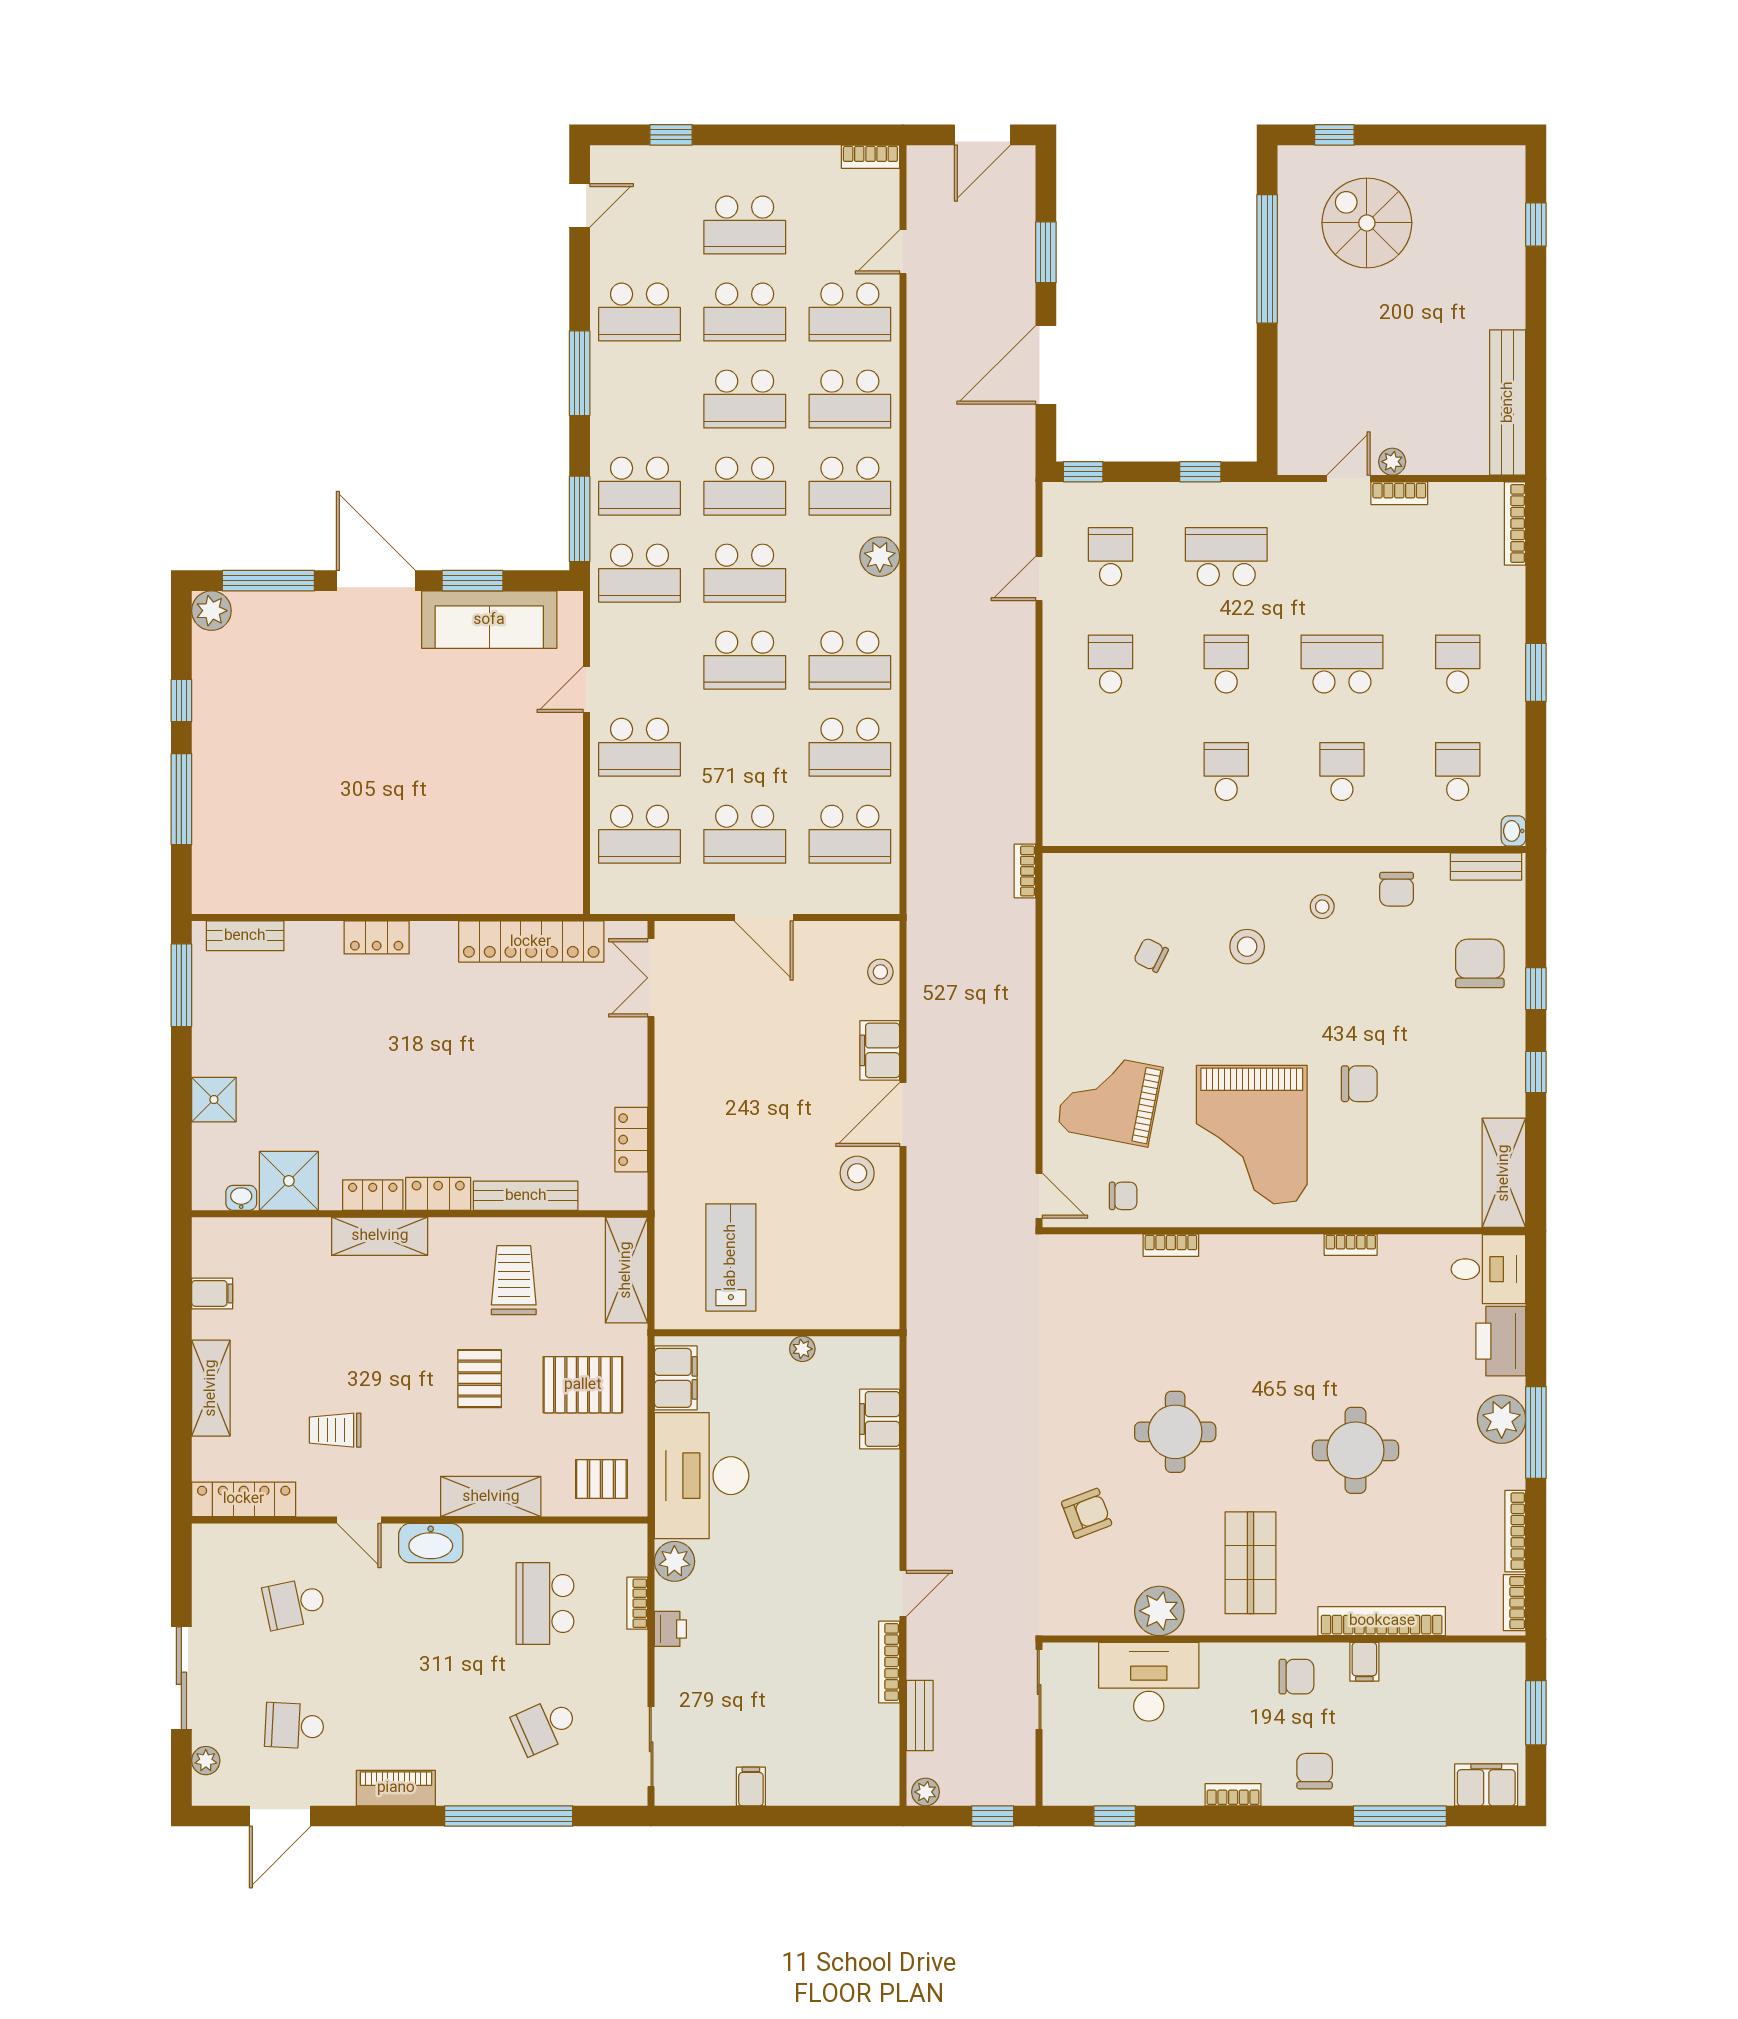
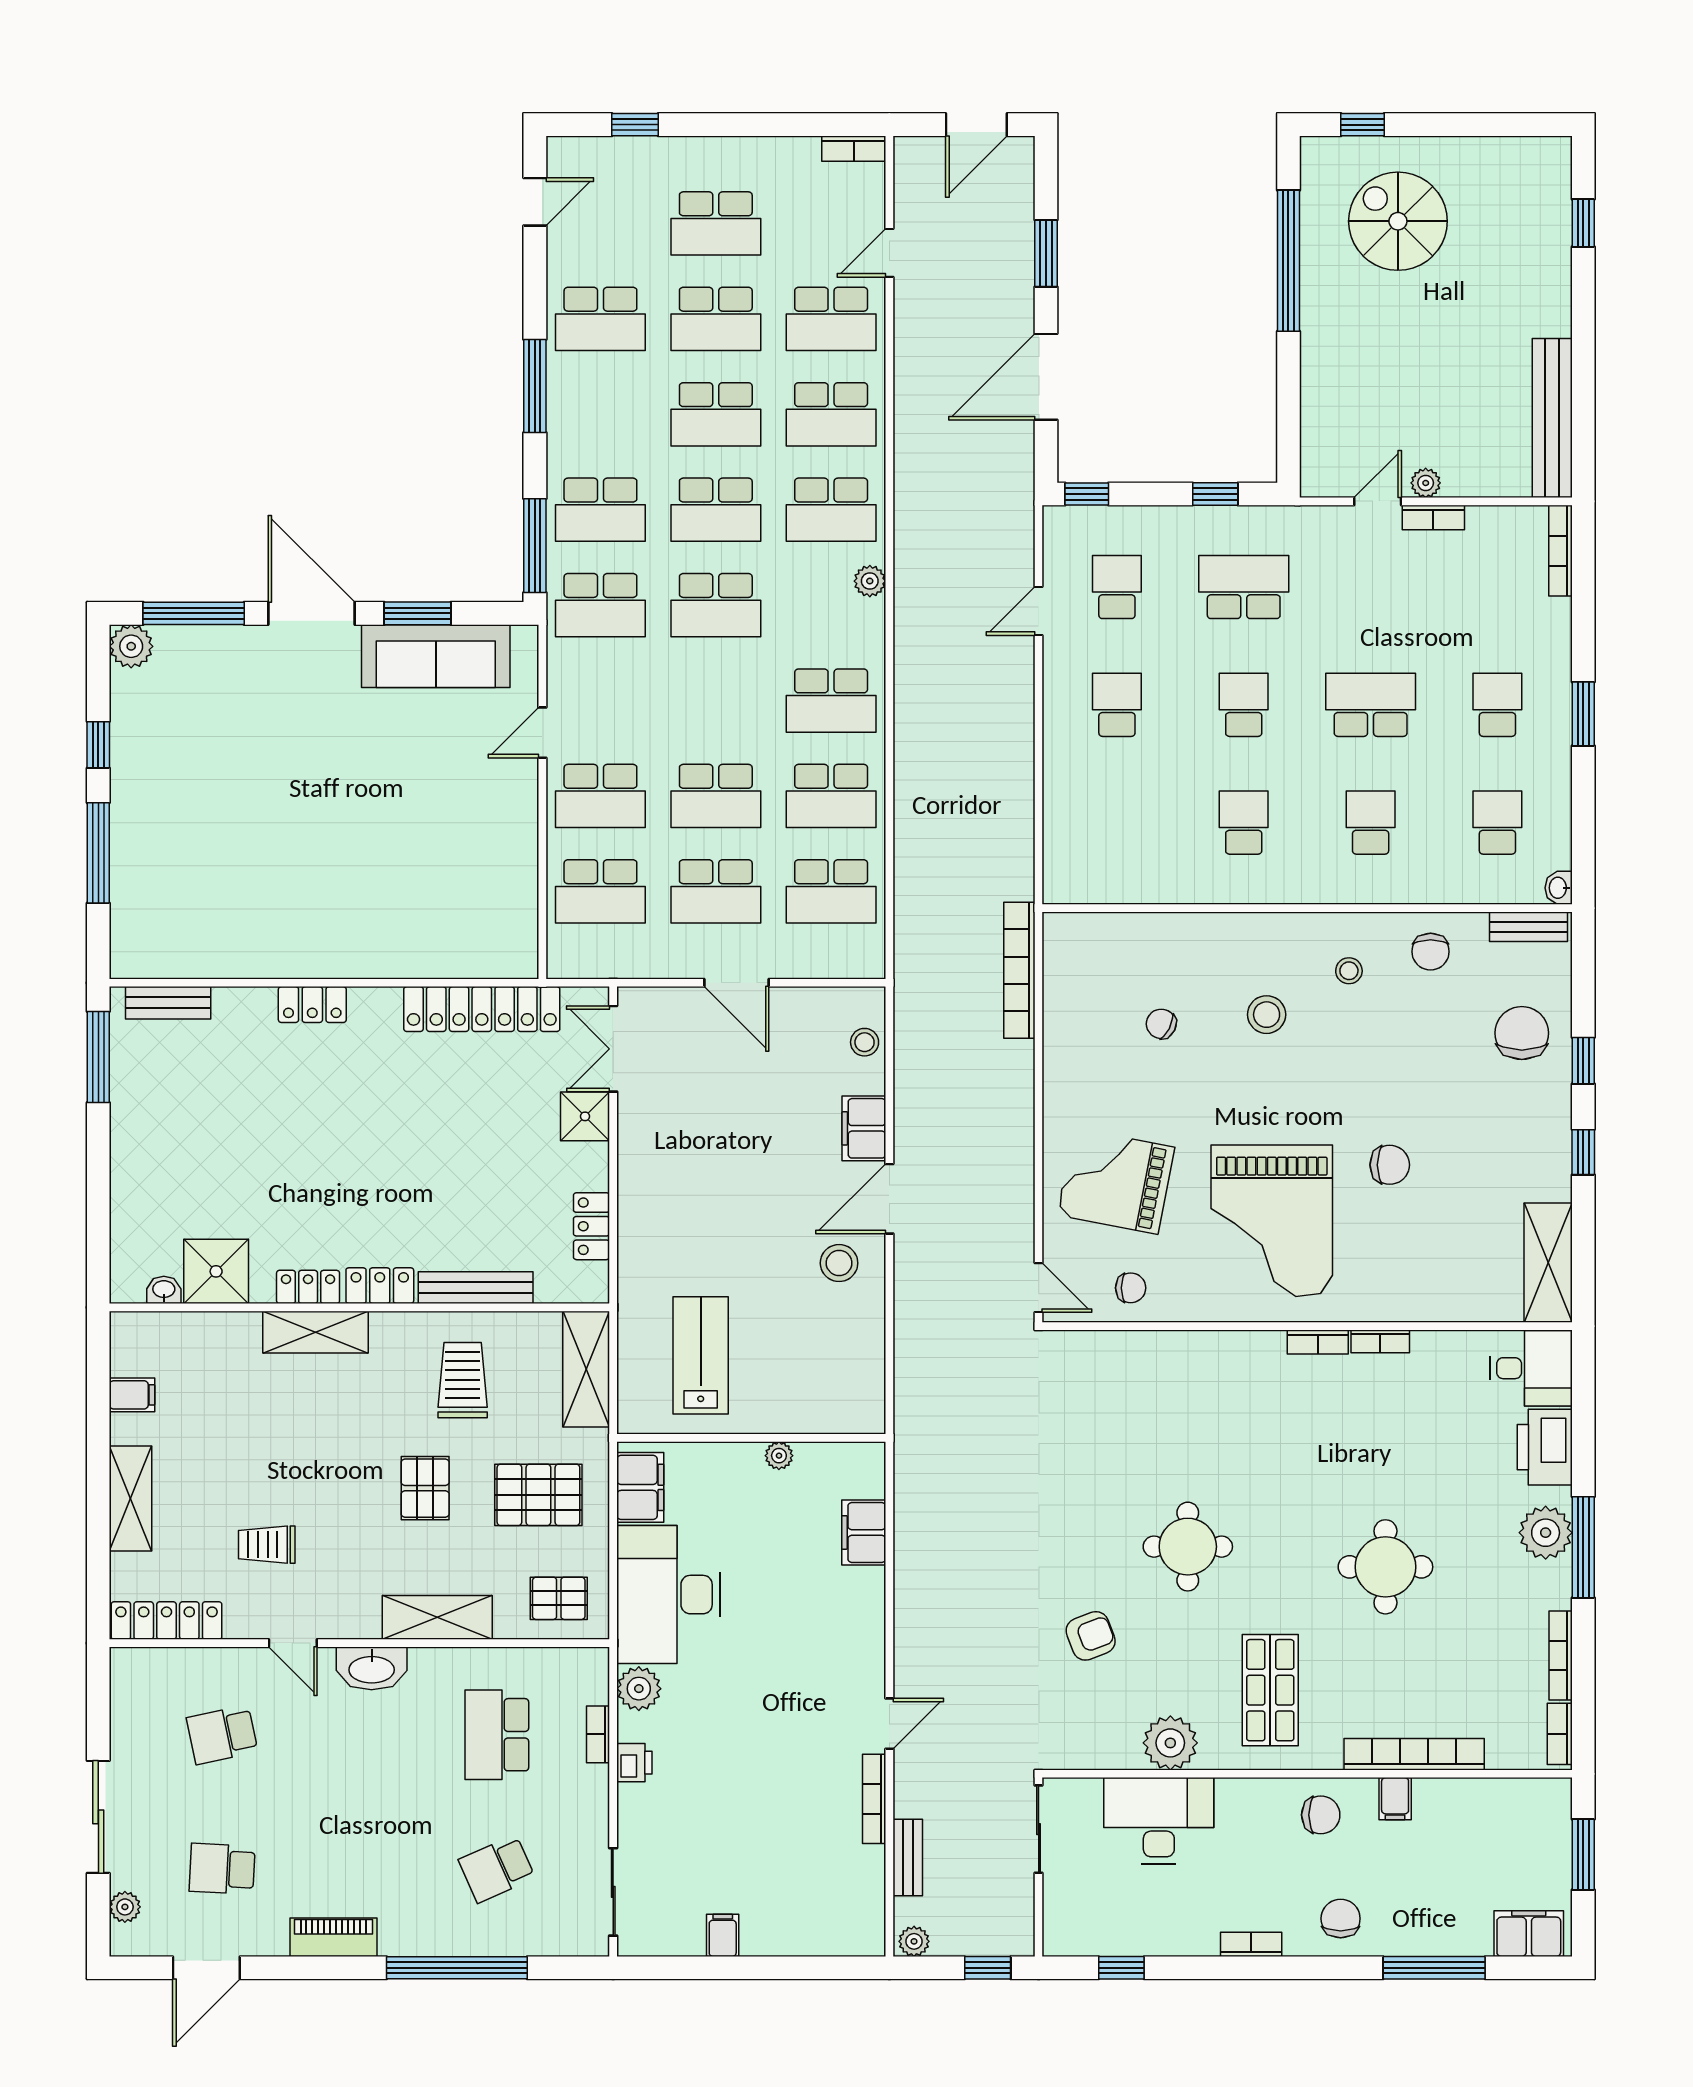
plant: (880, 557) -> (870, 581), width x0.73, depth x0.73
school desk: (745, 660) -> (716, 796), moved
bookcase: (1025, 871) -> (1019, 970), width x2.31, depth x1.31
shower: (214, 1100) -> (585, 1116), moved
bookcase: (1171, 1245) -> (1318, 1342), moved

